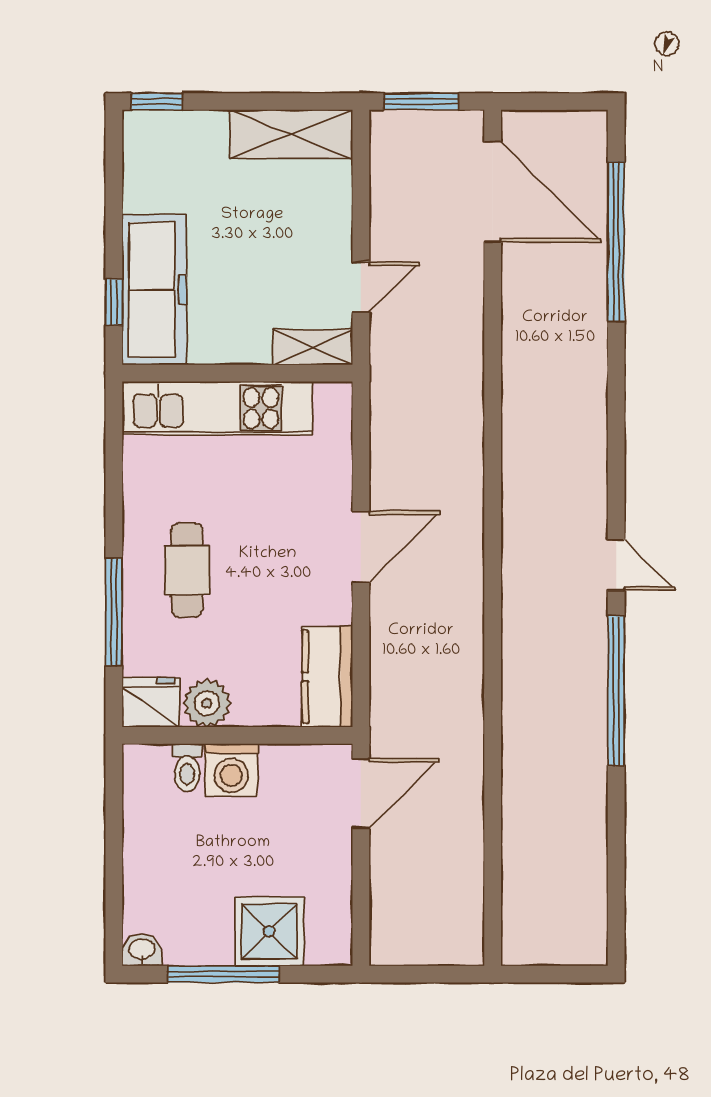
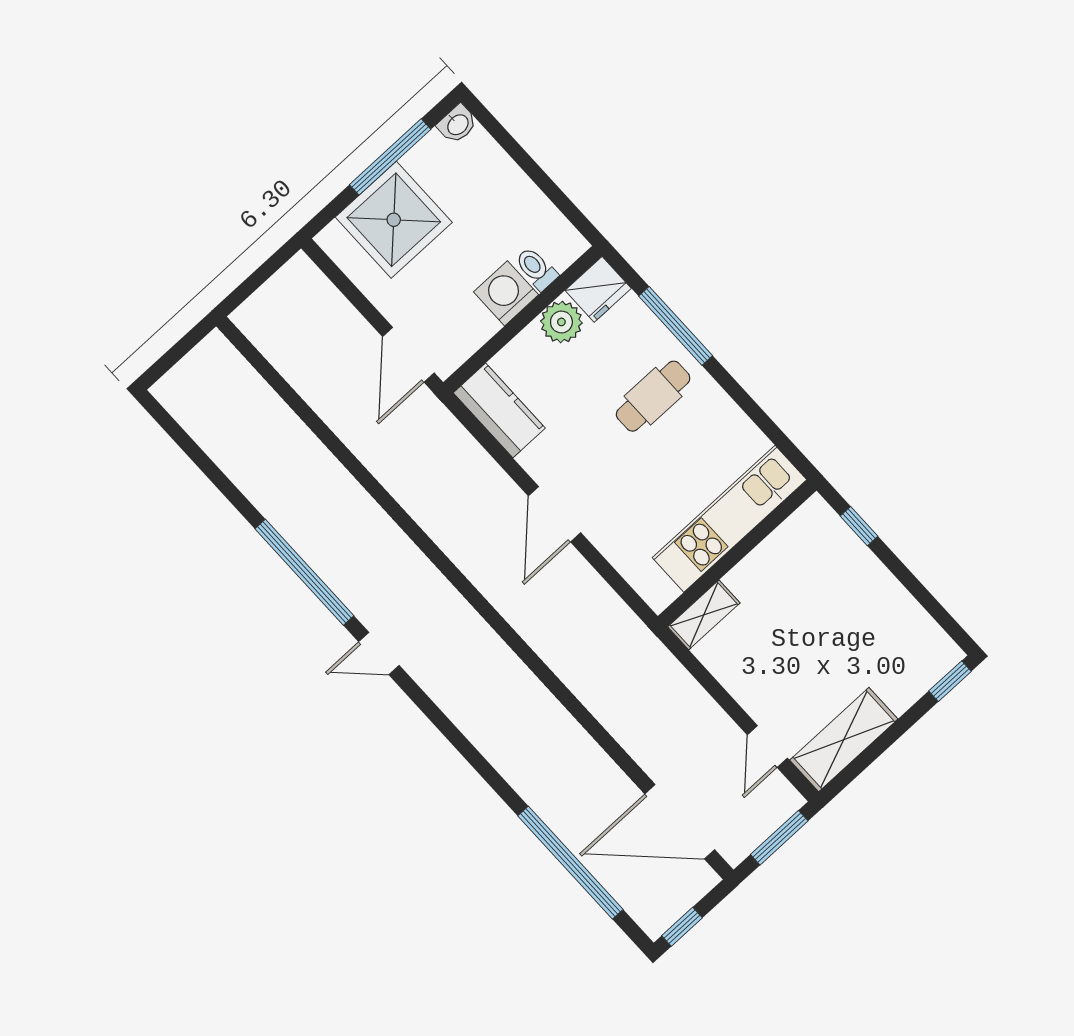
window: (572, 101) -> (682, 927), added
door: (361, 287) -> (767, 746), moved
freezer: (154, 290) -> (840, 558), removed
cafe table: (187, 570) -> (653, 396), turned 90
shower: (269, 931) -> (394, 220), width x1.37, depth x1.37

